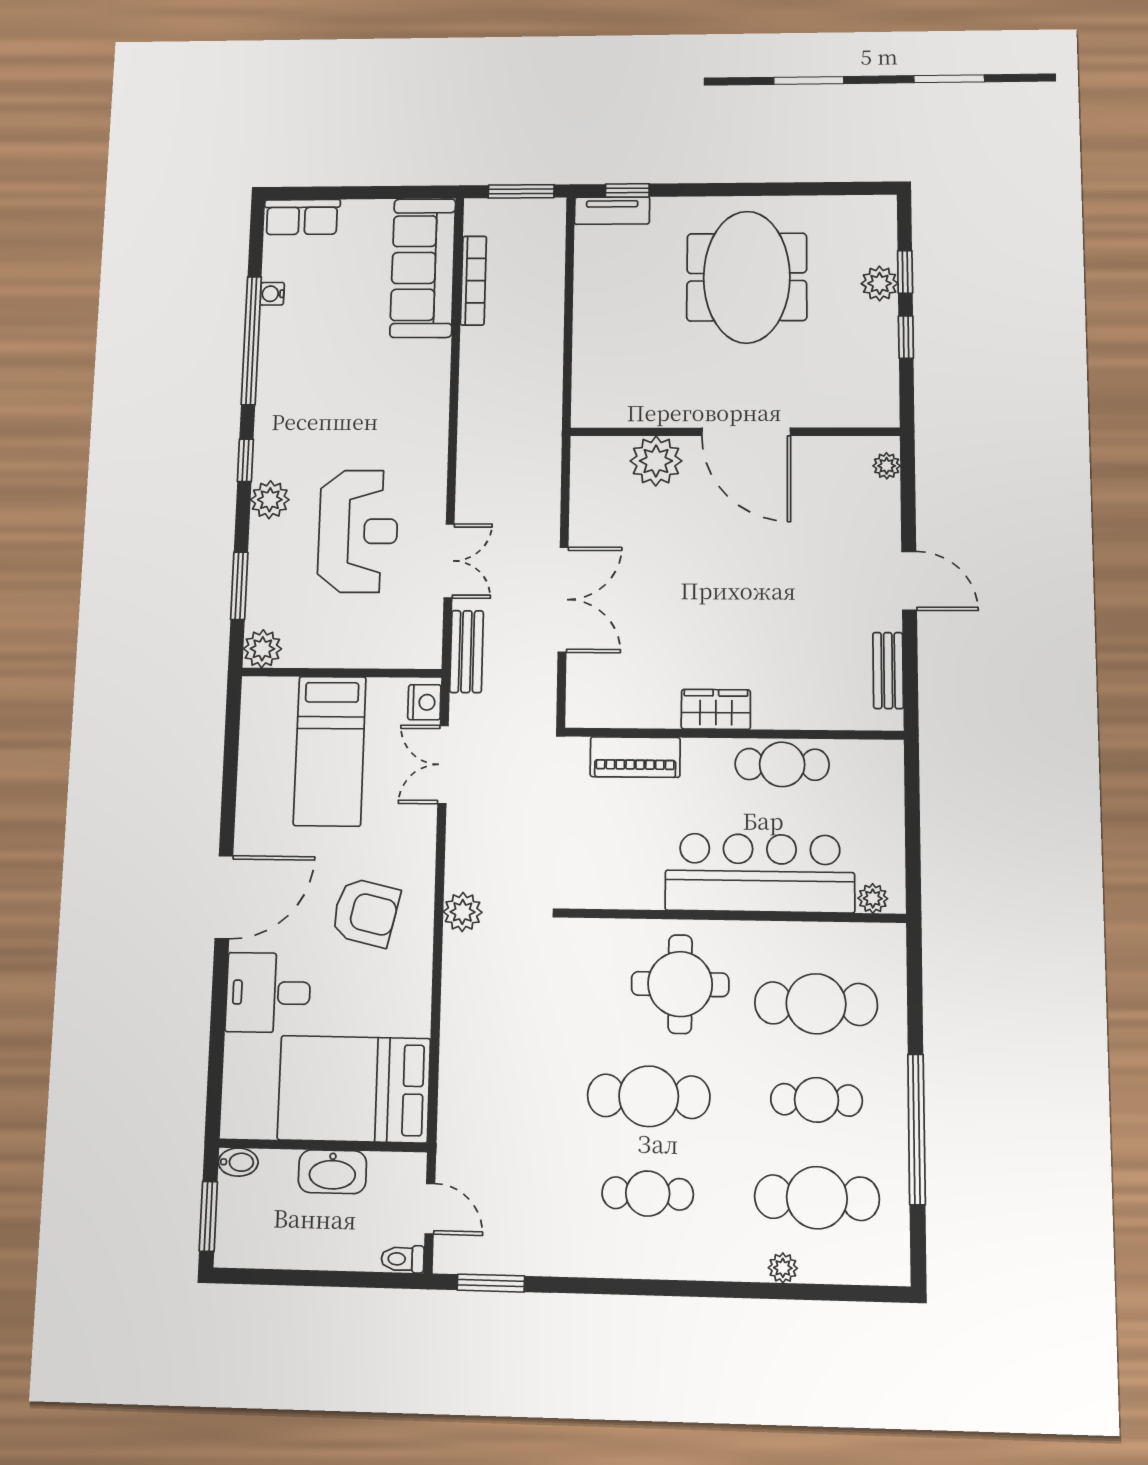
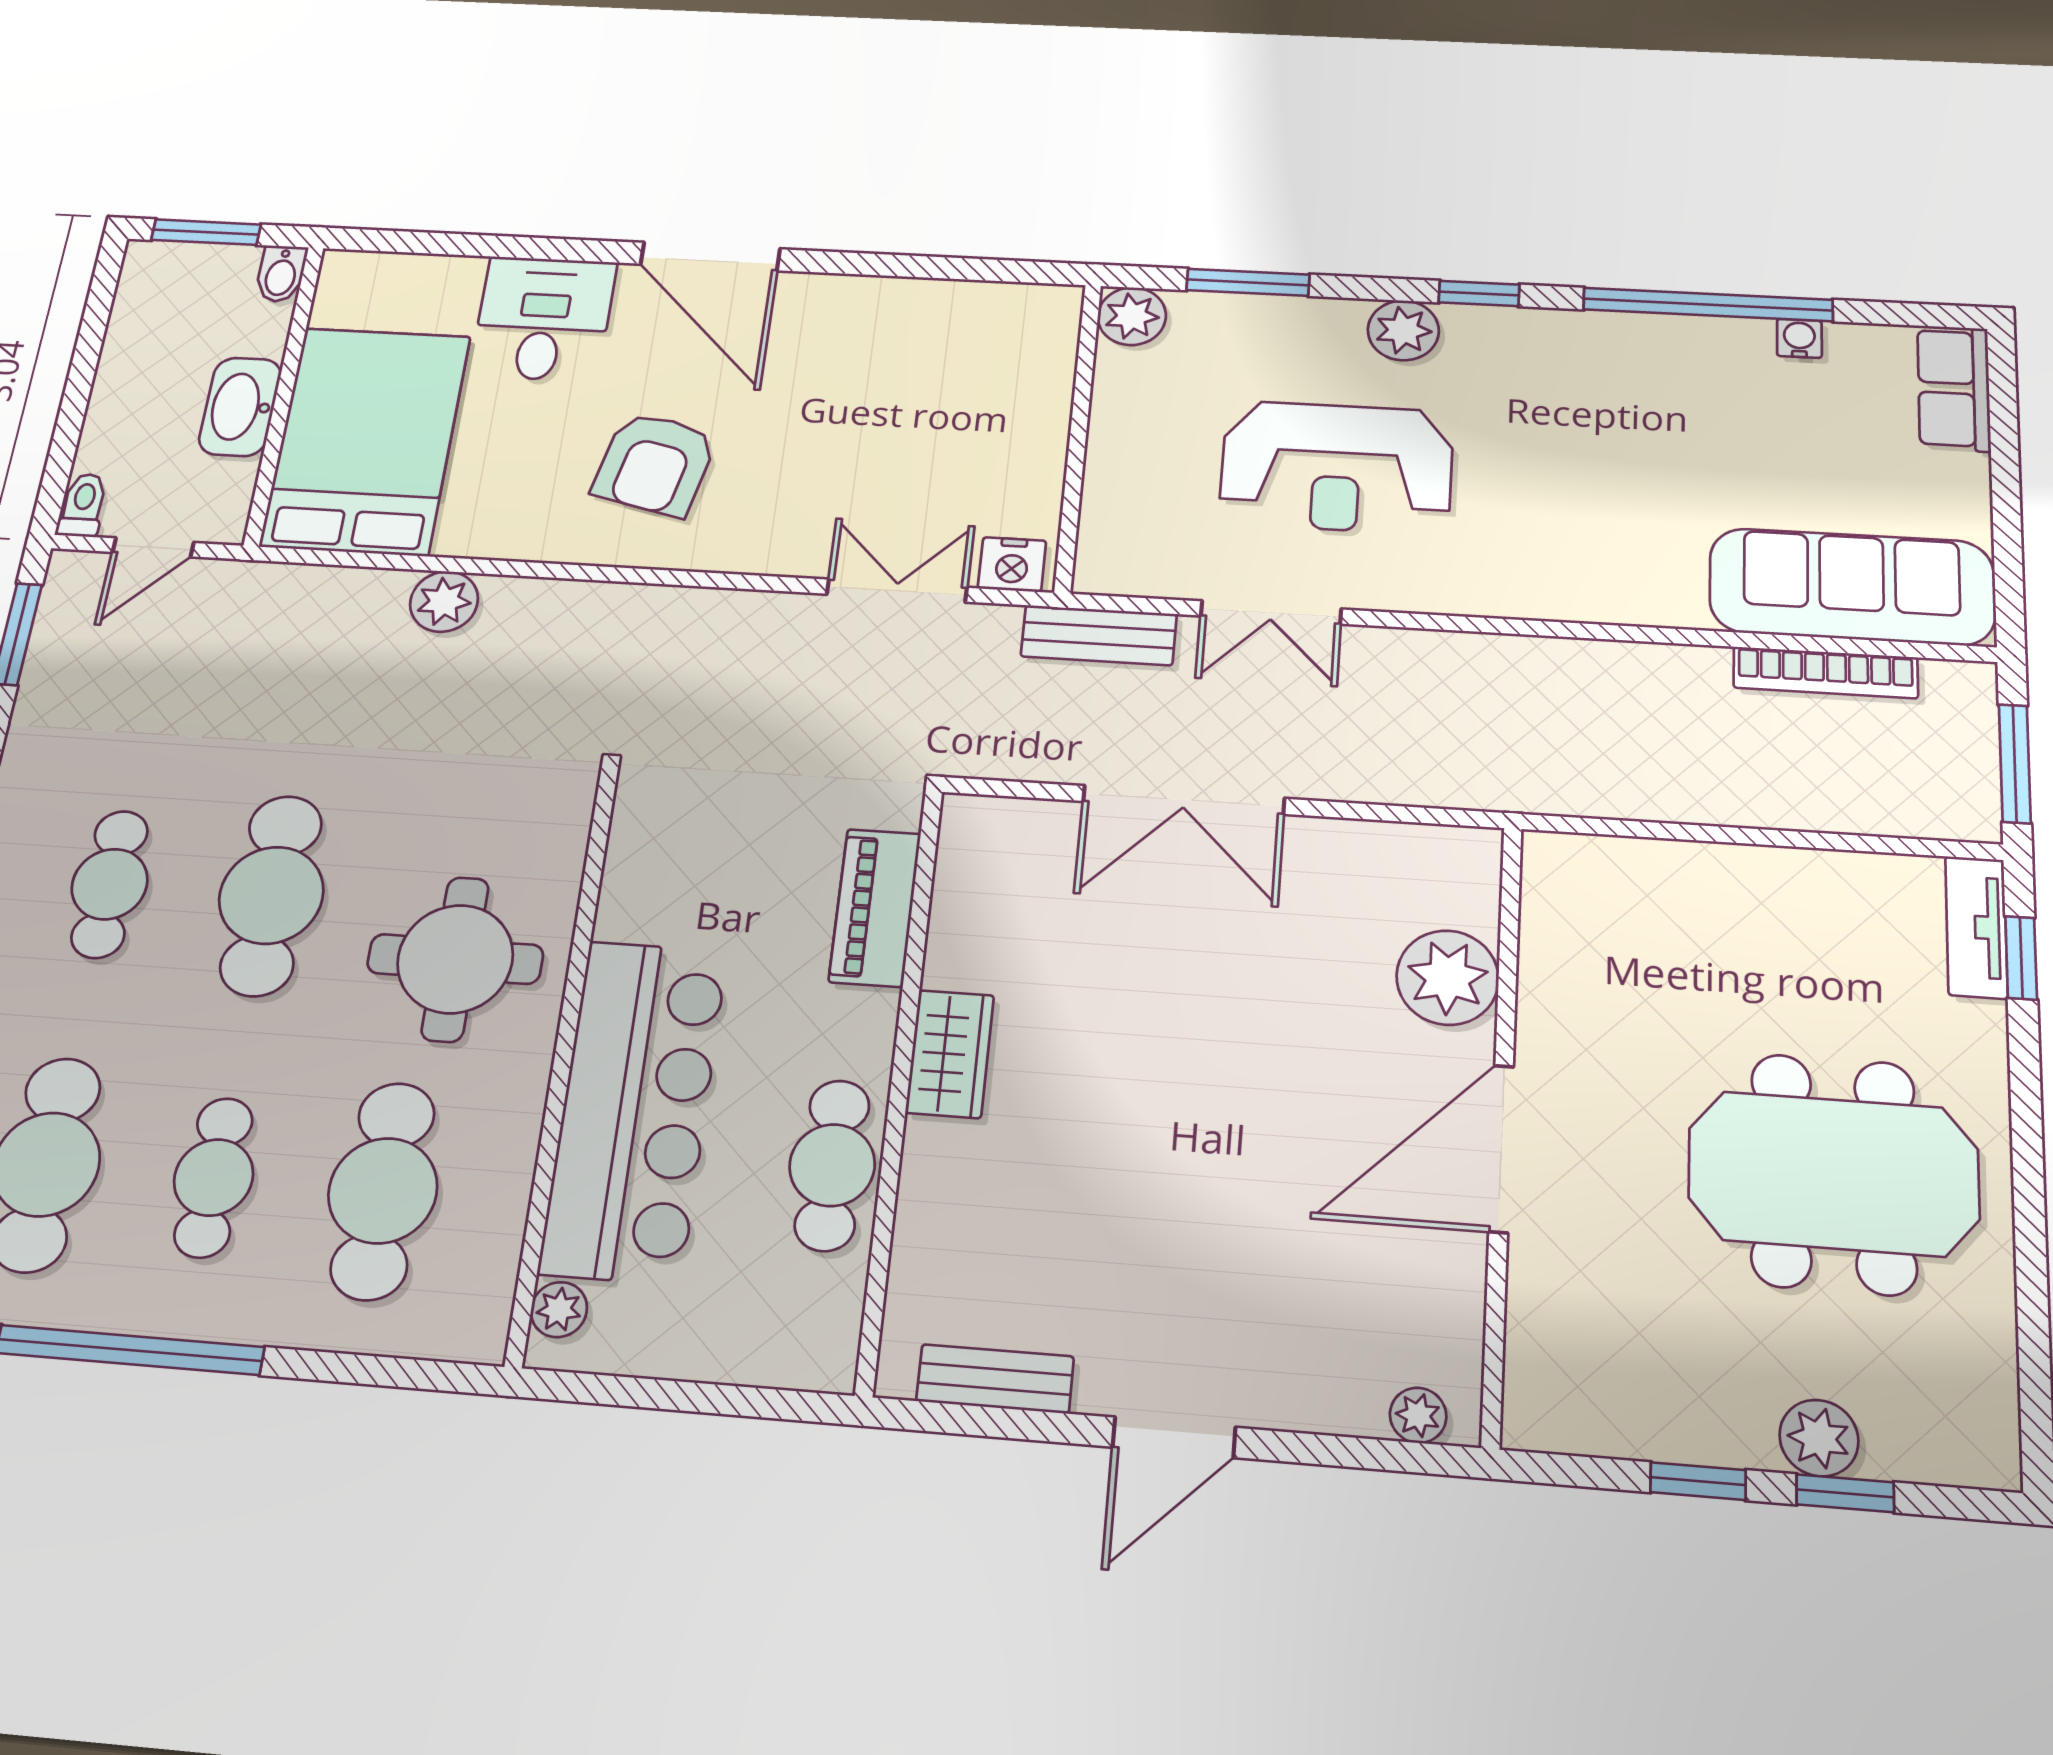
bed: (330, 751) -> (940, 416), removed
plant: (463, 912) -> (444, 602), moved

